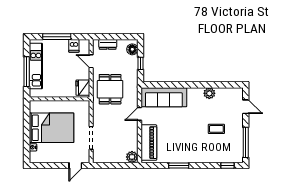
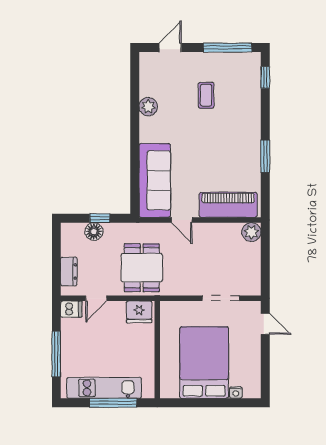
dishwasher: (74, 46) -> (71, 309), moved
floor lamp: (132, 49) -> (94, 231), moved
dining table: (110, 89) -> (142, 268), turned 90

